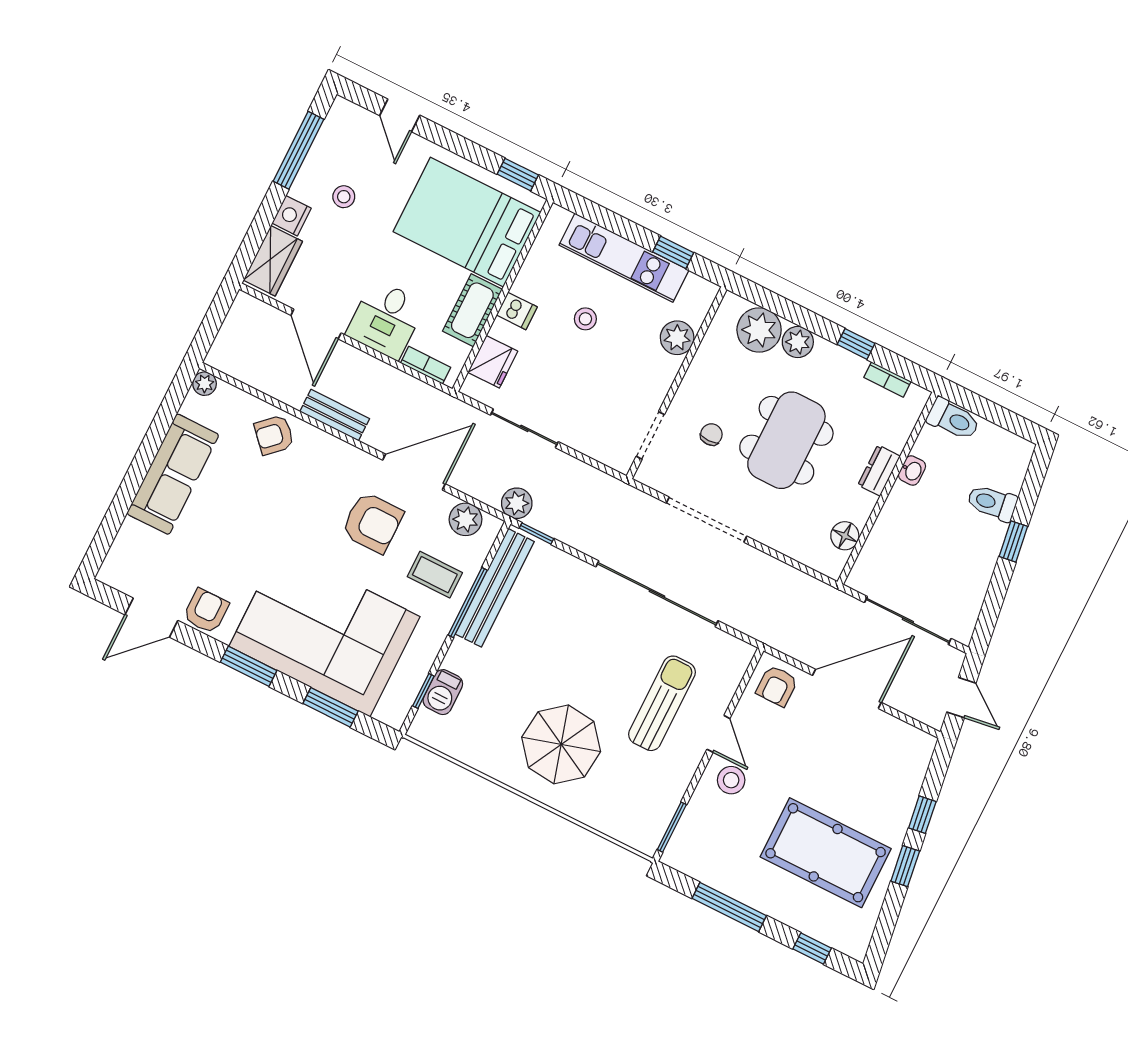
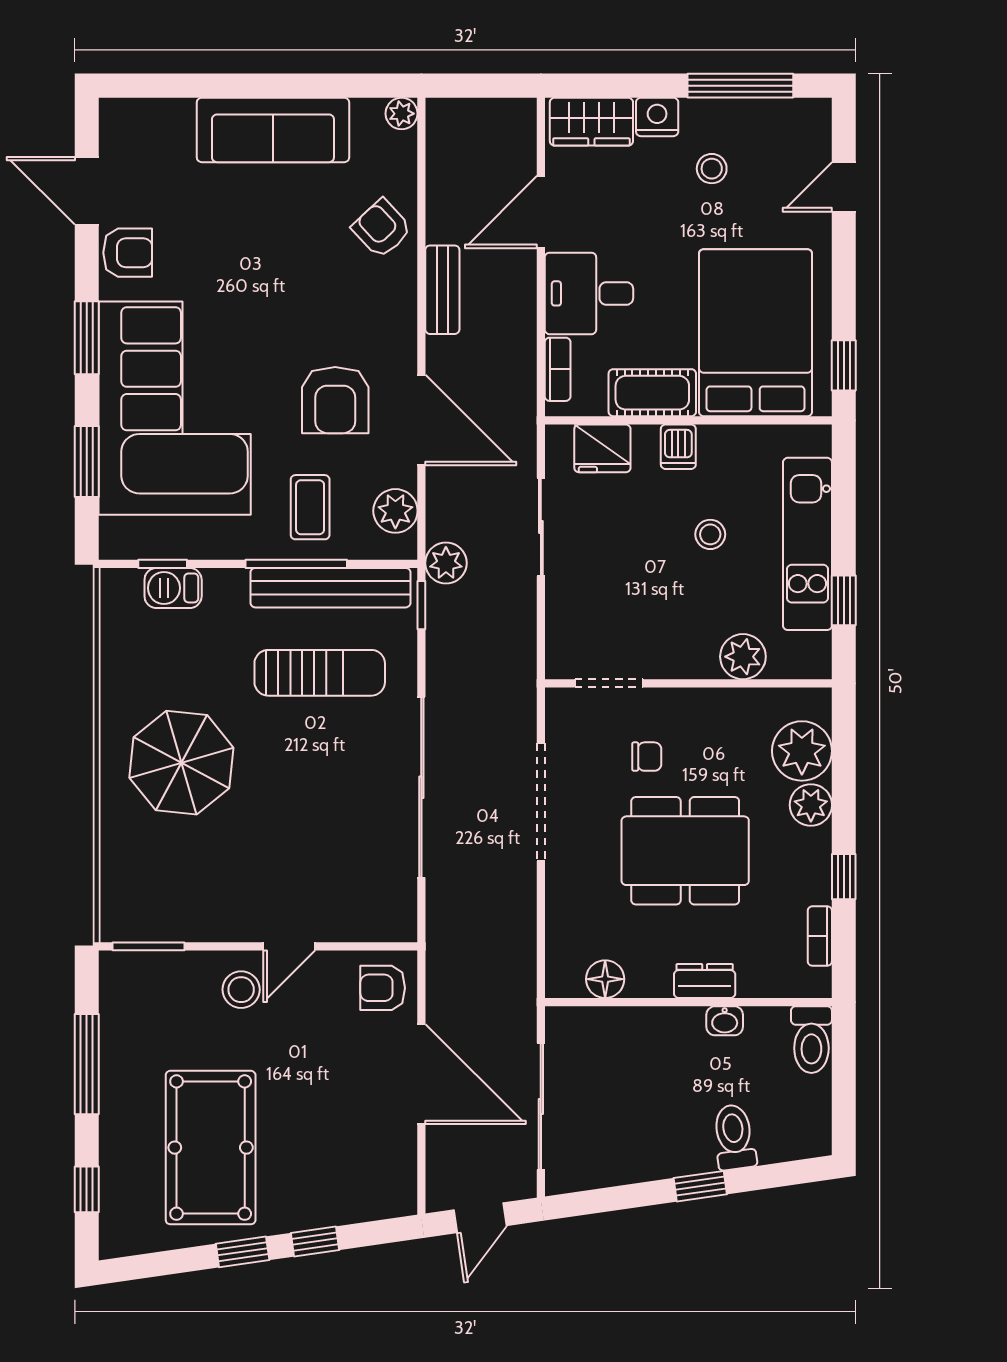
sun lounger: (662, 703) -> (320, 673), moved

